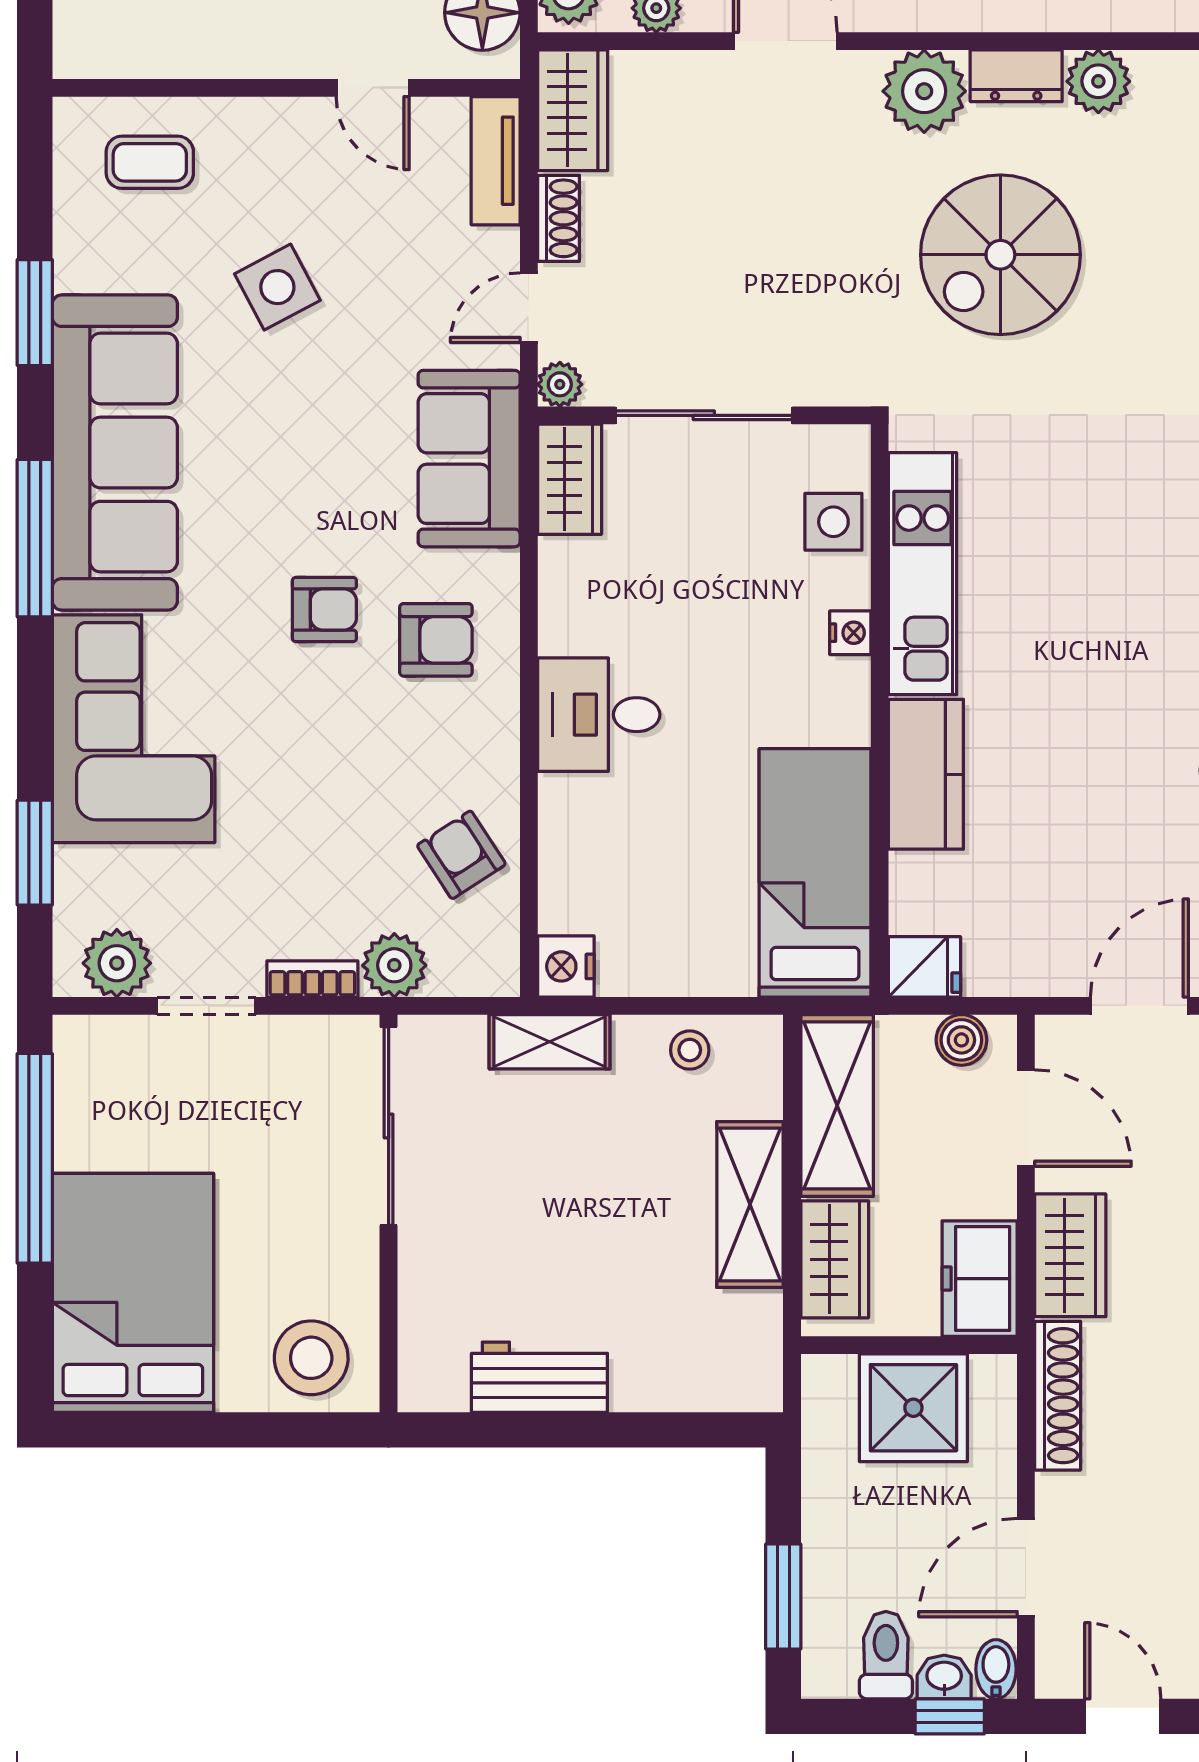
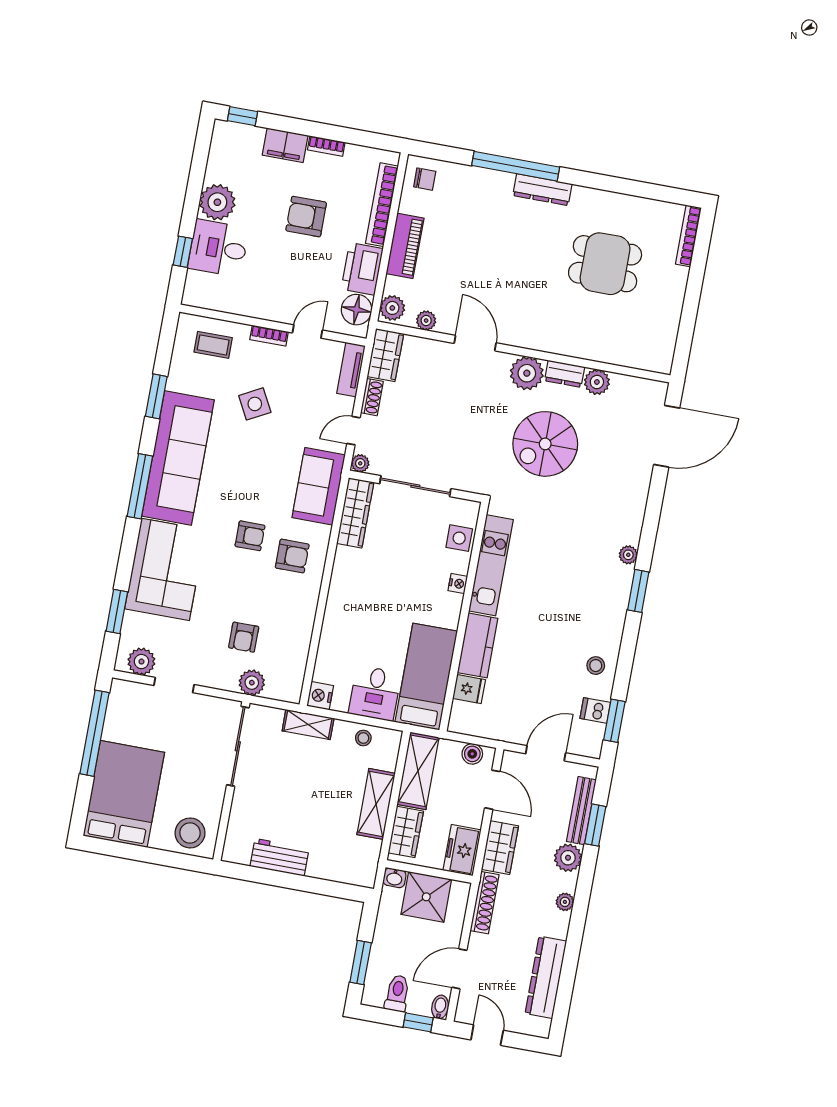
door: (373, 88) -> (307, 332), swing flipped
wardrobe: (570, 479) -> (355, 513), width x1.50
desk: (599, 715) -> (375, 693), moved, turned -90
armchair: (461, 855) -> (244, 637), moved, turned -147
fridge: (925, 967) -> (469, 689), moved
bookcase: (312, 979) -> (269, 336), moved, turned 180
washbasin: (944, 1677) -> (394, 878), moved, turned 180

